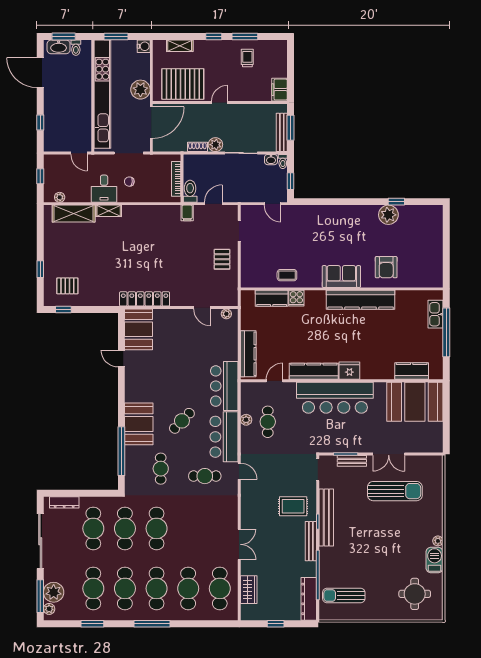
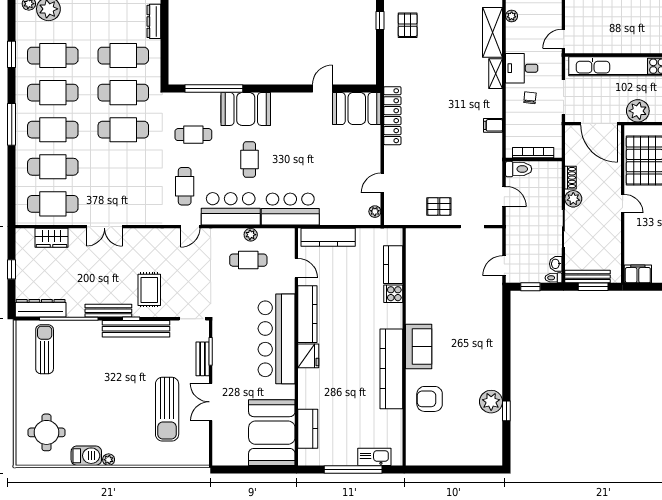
filing cabinet: (187, 213) -> (493, 125), moved
coffee table: (287, 275) -> (420, 283), removed
cafe table: (182, 421) -> (249, 159), turned 46

